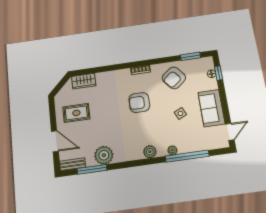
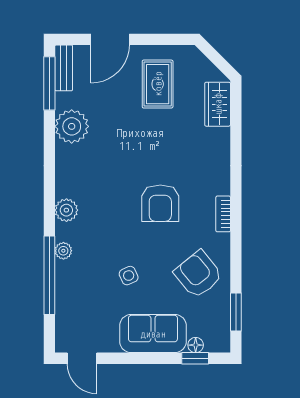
armchair: (139, 103) -> (160, 203), turned 180
sofa: (212, 108) -> (153, 334), moved
window: (92, 169) -> (49, 83), moved

